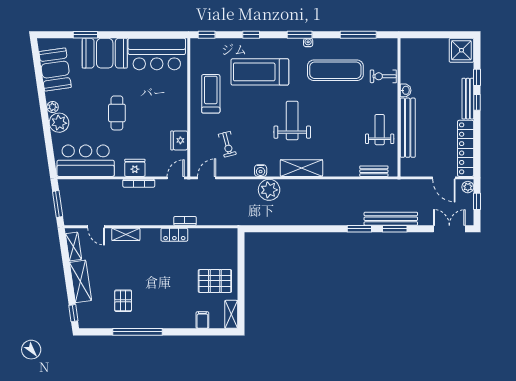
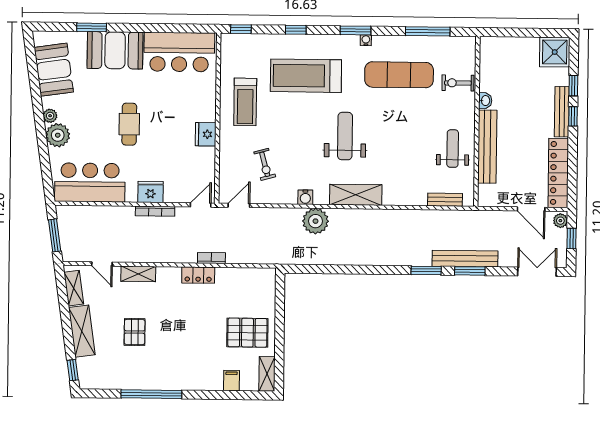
treadmill: (211, 94) -> (245, 102), turned 180
fridge: (179, 140) -> (206, 134), moved
pallet: (123, 301) -> (135, 332), moved

